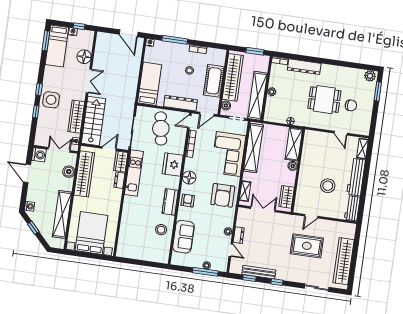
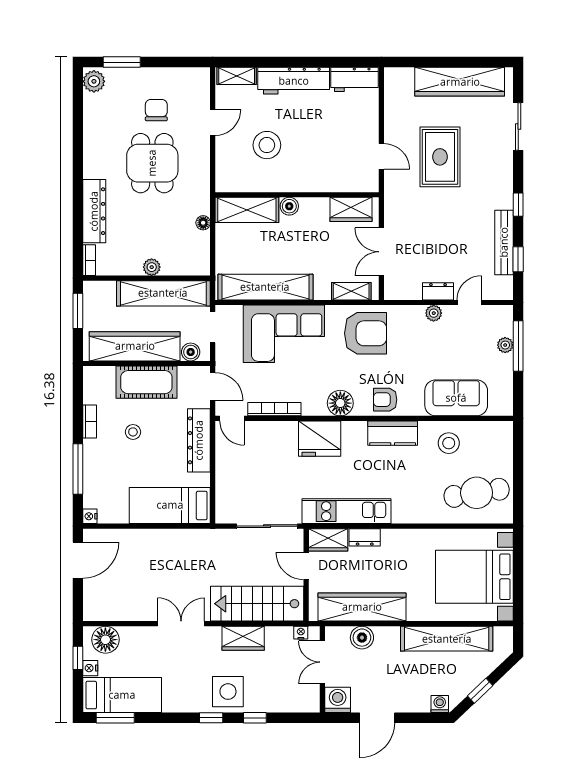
floor lamp: (84, 57) -> (105, 640), moved
wardrobe: (76, 117) -> (243, 638), width x0.67
cafe table: (161, 128) -> (477, 493), moved
stool: (328, 186) -> (267, 145), moved

